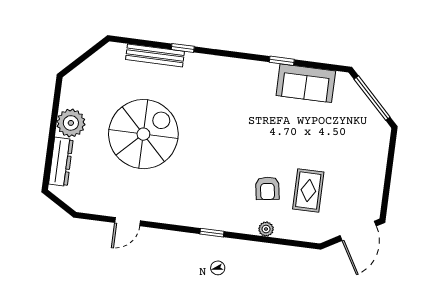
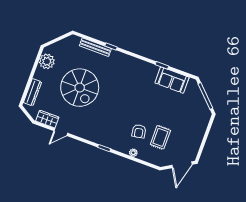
plant: (71, 123) -> (47, 61), moved
spiral stairs: (143, 134) -> (80, 88), turned 90
wardrobe: (98, 204) -> (47, 119), added

